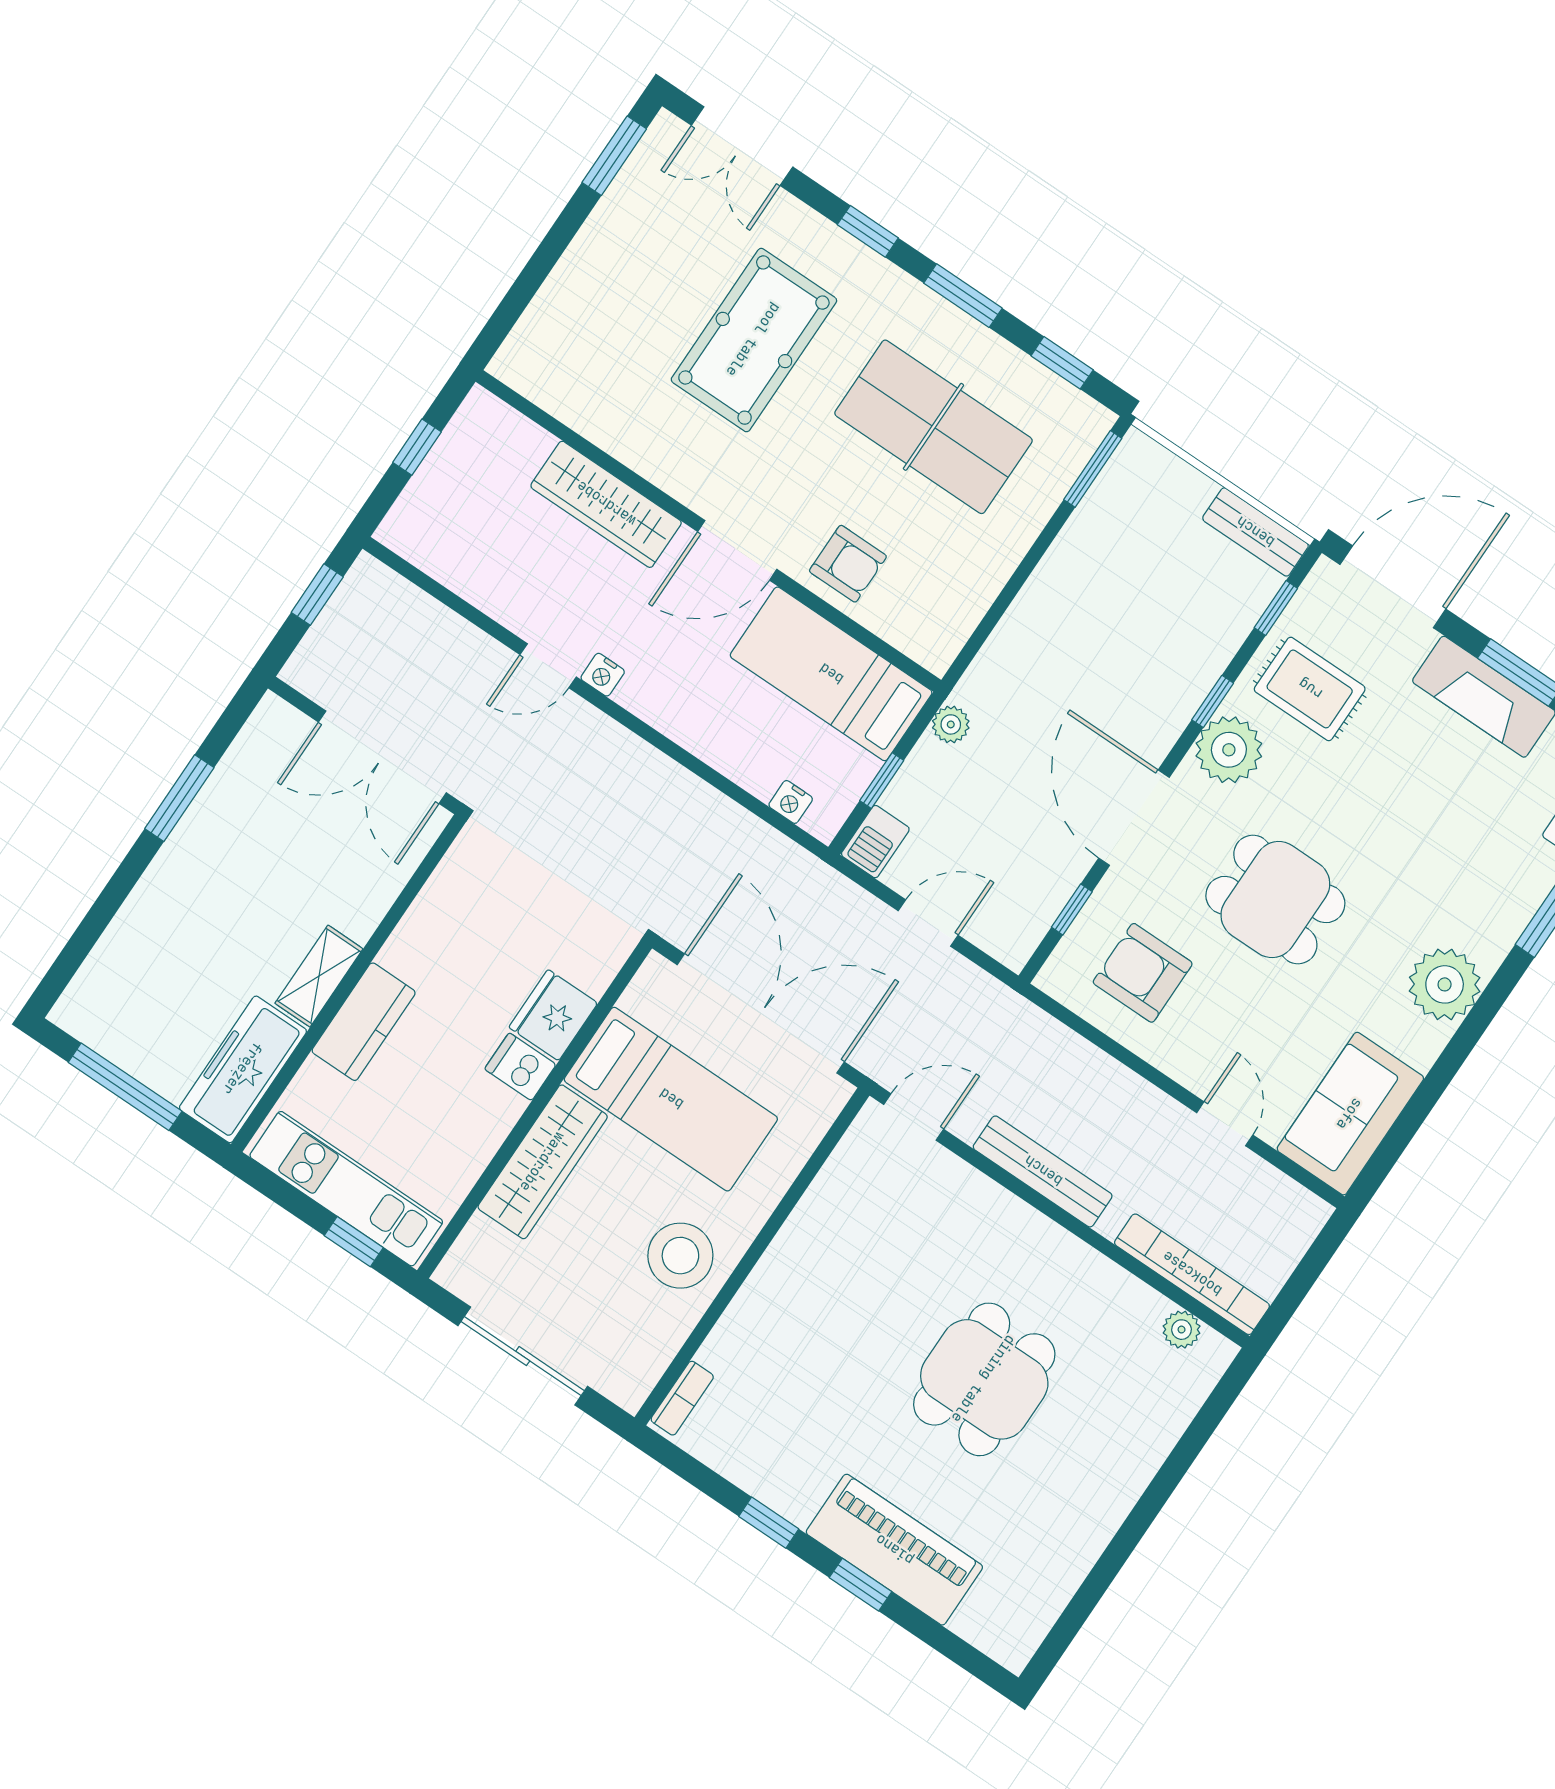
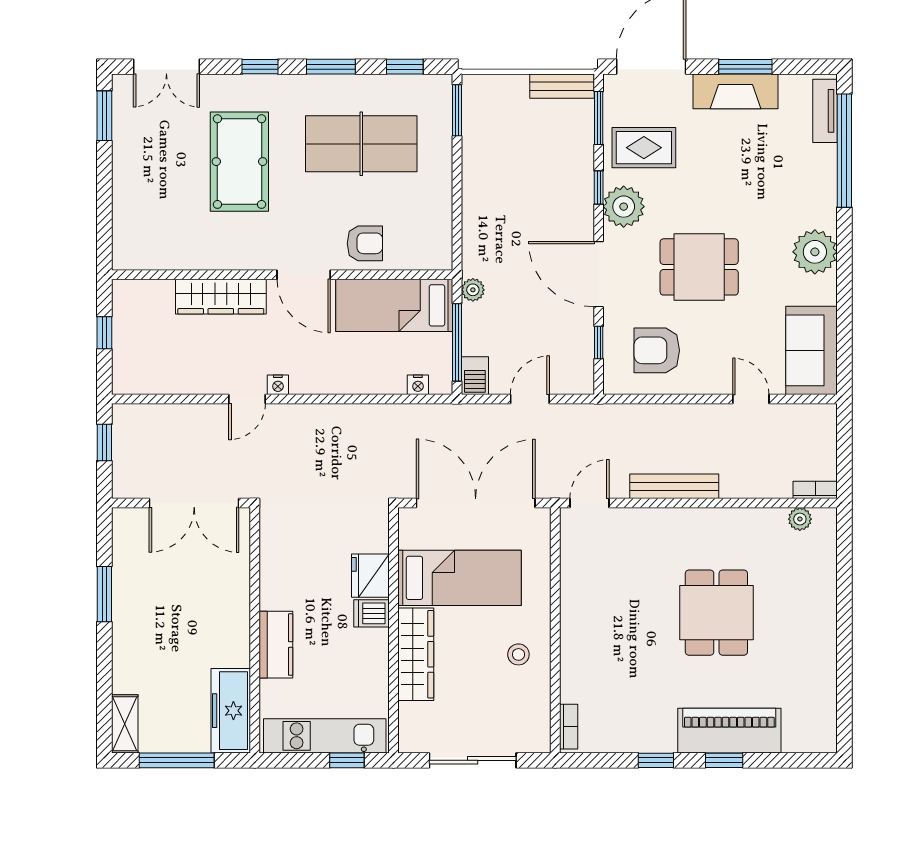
door: (737, 550) -> (304, 275), hinge flipped
window: (1276, 608) -> (599, 118), width x1.50
window: (882, 781) -> (457, 342), width x2.17
shelving: (319, 976) -> (125, 724), moved
stool: (680, 1256) -> (518, 654), width x0.53, depth x0.53
bookcase: (1192, 1274) -> (815, 490), width x0.43, depth x0.76

